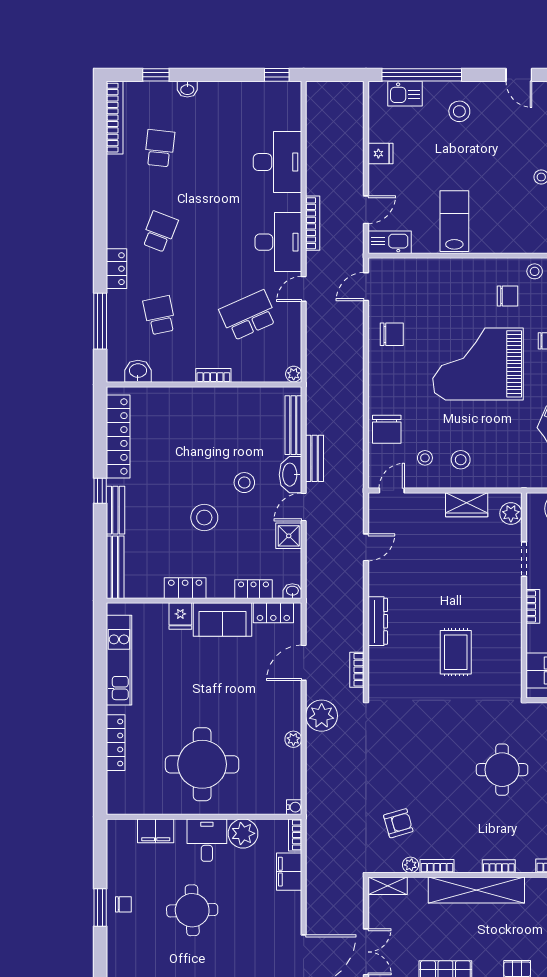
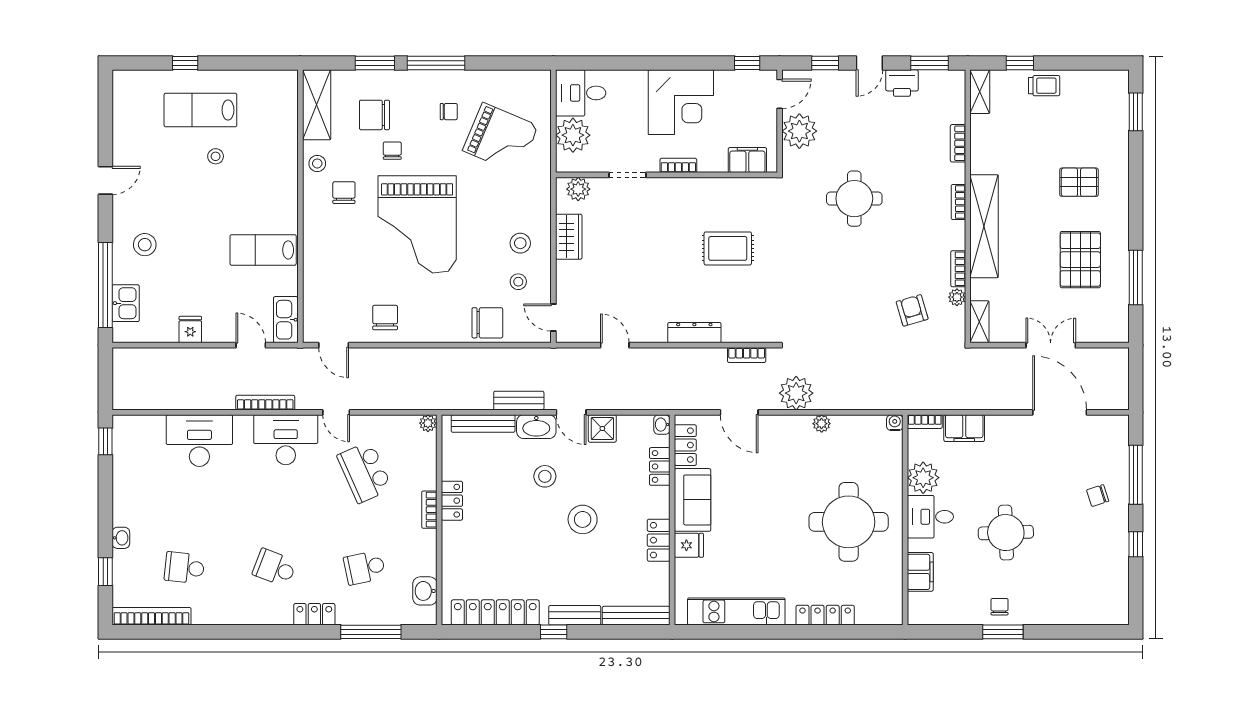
locker: (222, 396) -> (452, 501), added

